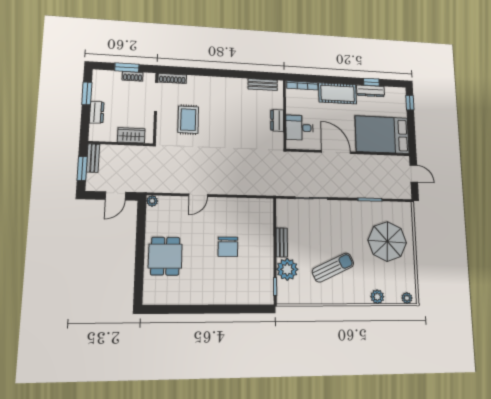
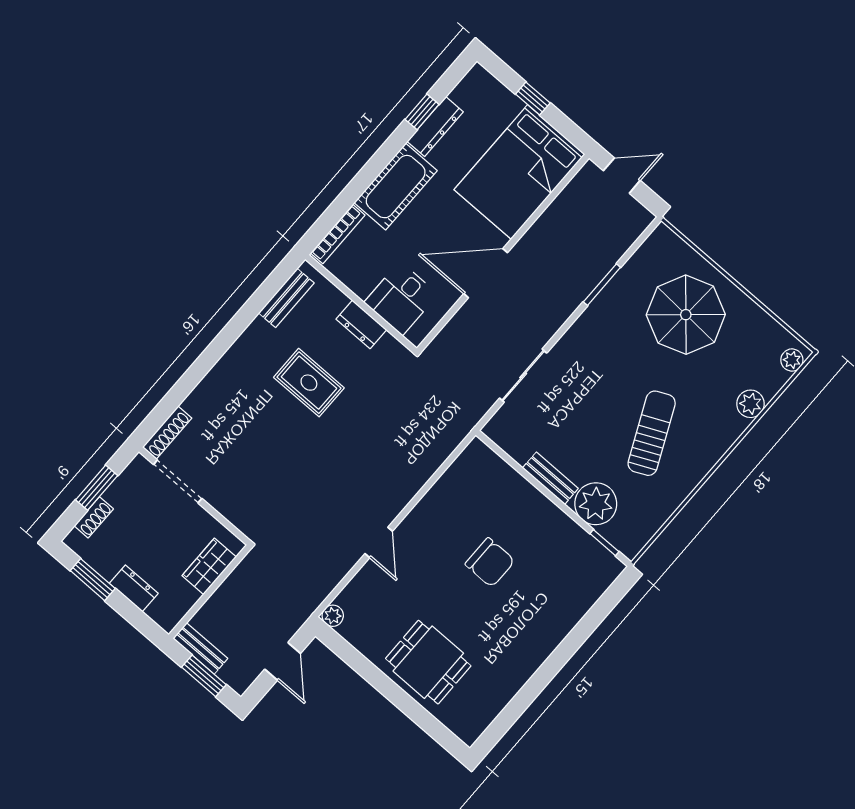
shoe rack: (133, 76) -> (94, 517), moved
window: (410, 103) -> (533, 98), moved
rug: (188, 120) -> (309, 383), moved

